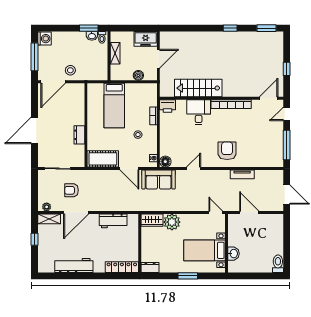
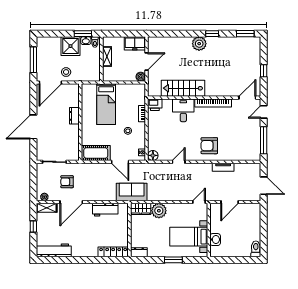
washing machine: (44, 39) -> (42, 43), removed
plant: (216, 39) -> (199, 44), added
shower: (75, 42) -> (70, 46), added
boiler: (138, 75) -> (141, 77), moved
dresser: (79, 135) -> (74, 116), moved
armchair: (227, 151) -> (209, 146), turned -90
sofa: (158, 180) -> (132, 192), moved, turned 180
door: (216, 212) -> (199, 202), hinge flipped
door: (249, 212) -> (230, 202), swing flipped
workbench: (74, 265) -> (54, 250), moved

